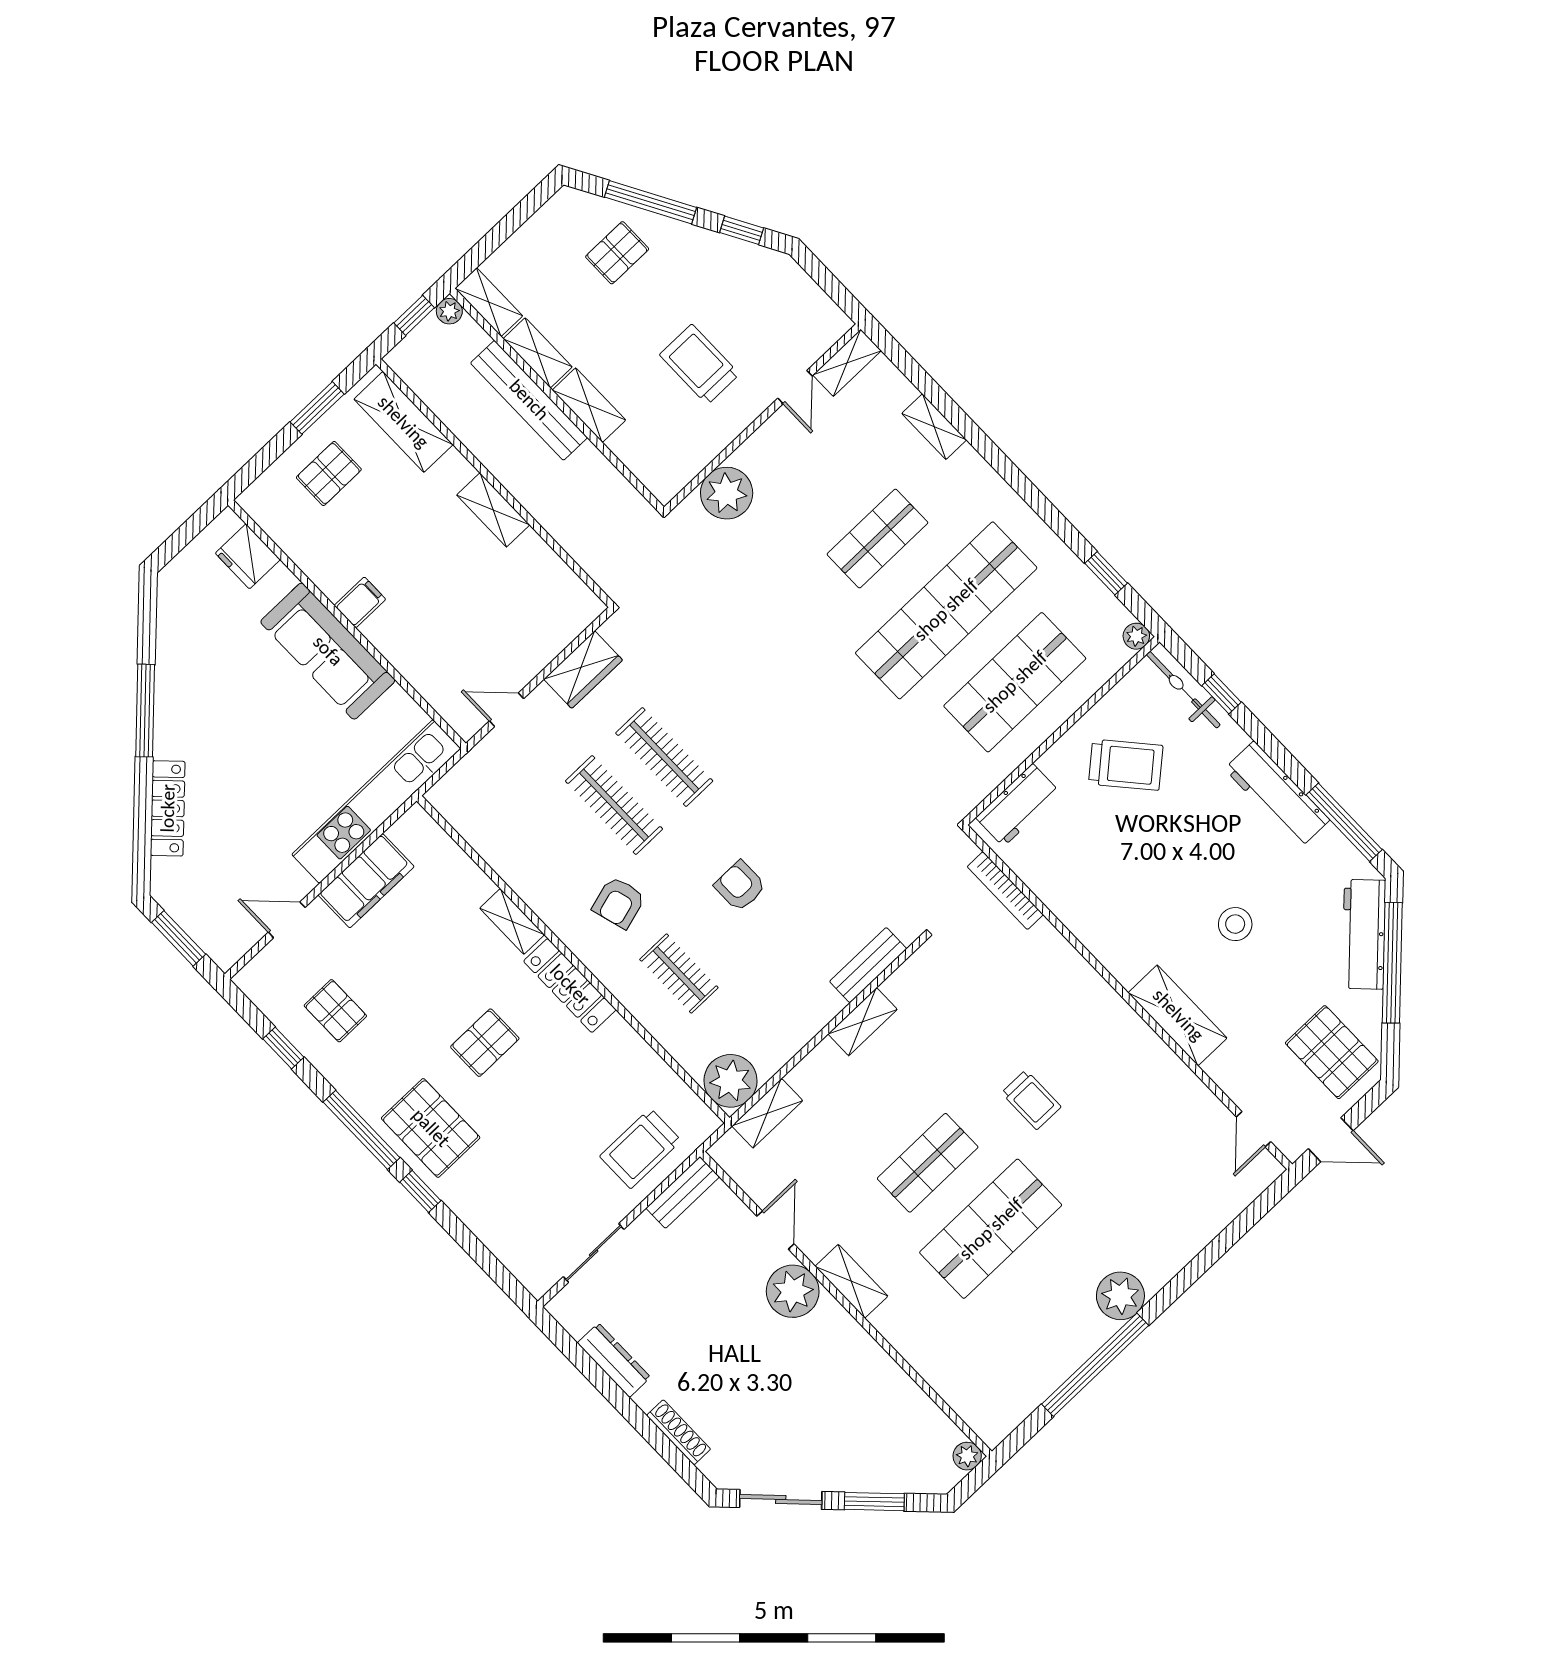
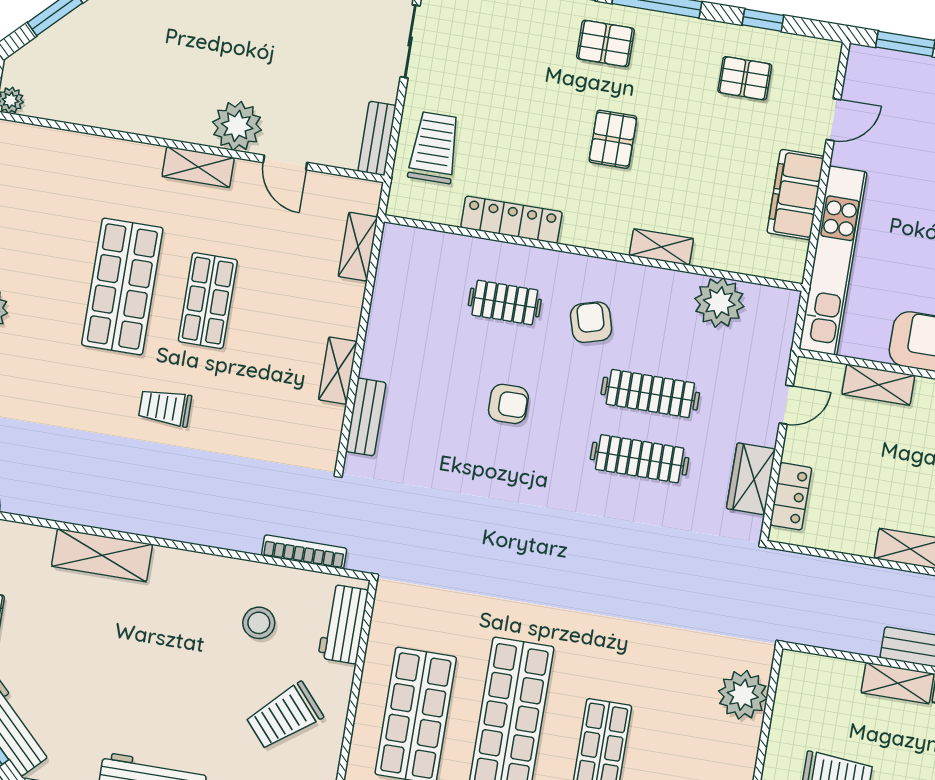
locker: (561, 630) -> (791, 496), added
shelving: (417, 668) -> (878, 385), added
stool: (1235, 924) -> (259, 623), moved
locker: (570, 985) -> (511, 220), moved
plant: (731, 1081) -> (719, 303), moved
pallet: (431, 1128) -> (605, 43), width x0.67, depth x0.71

